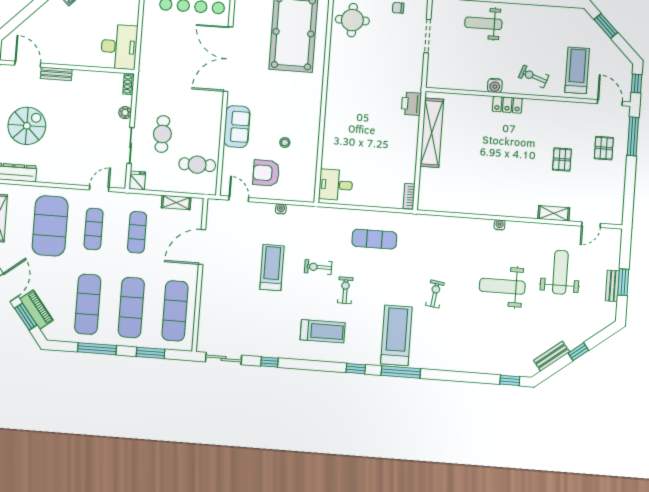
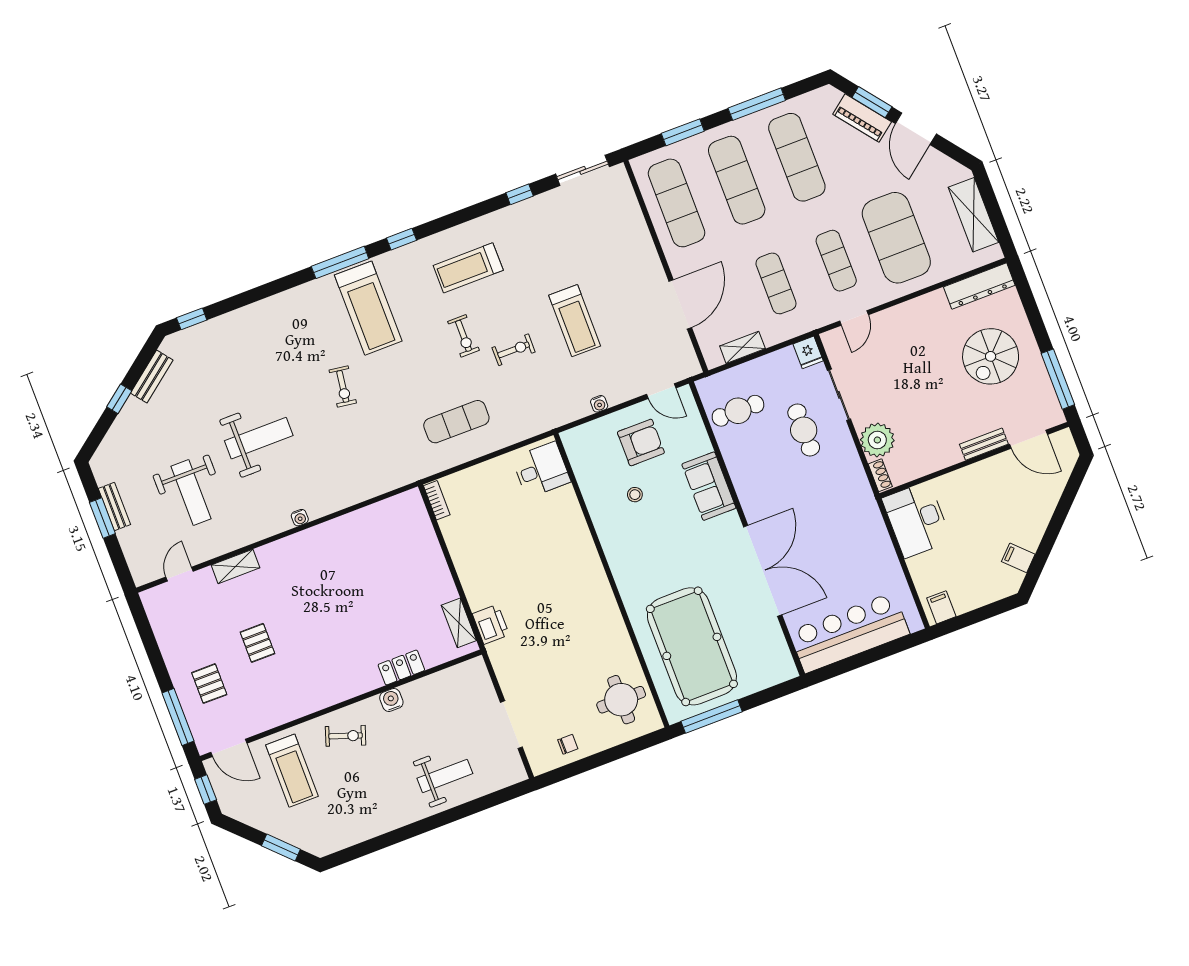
locker: (507, 105) -> (401, 667), moved
plant: (125, 113) -> (877, 440), width x1.88, depth x1.88
shelving: (432, 133) -> (459, 623), width x0.45, depth x0.75

